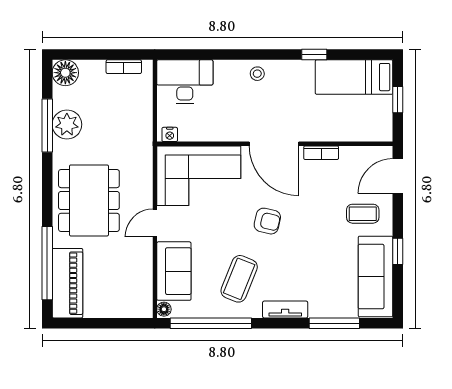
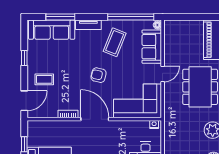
sofa: (376, 276) -> (52, 30), moved, turned 90

